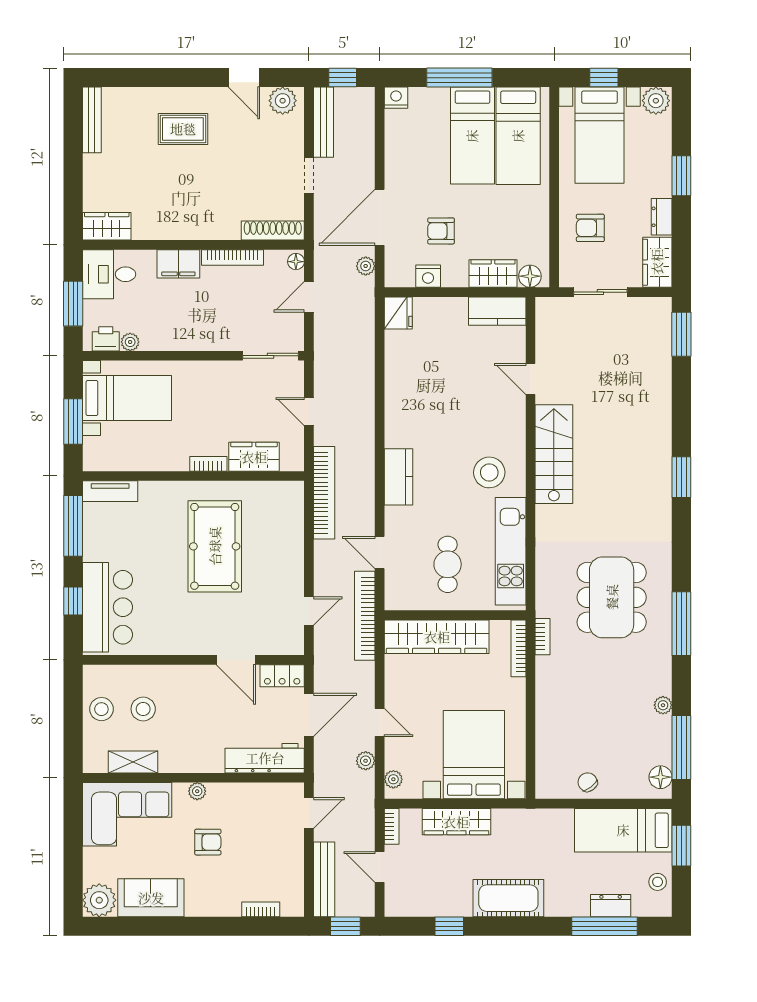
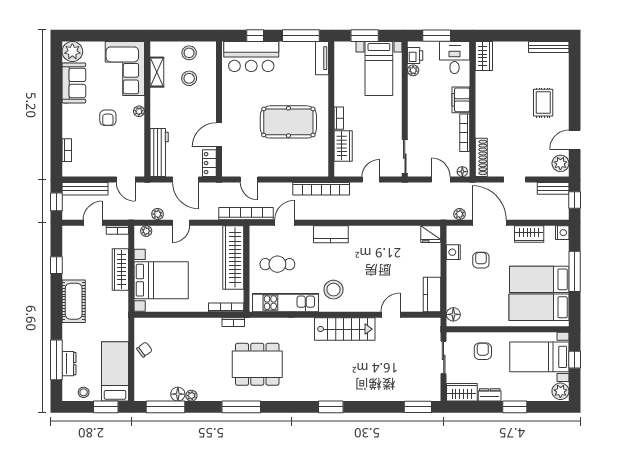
bench: (323, 122) -> (553, 188), width x0.73
wardrobe: (493, 274) -> (529, 234), moved, turned 90
floor lamp: (660, 777) -> (178, 394), moved

